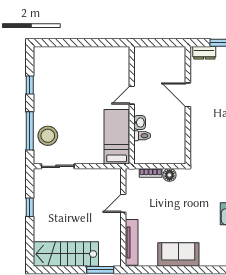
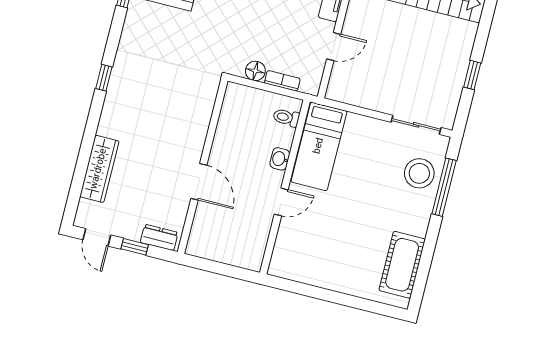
cot: (44, 74) -> (402, 265), added
window: (30, 85) -> (427, 254), removed
toilet: (142, 136) -> (286, 118), moved

